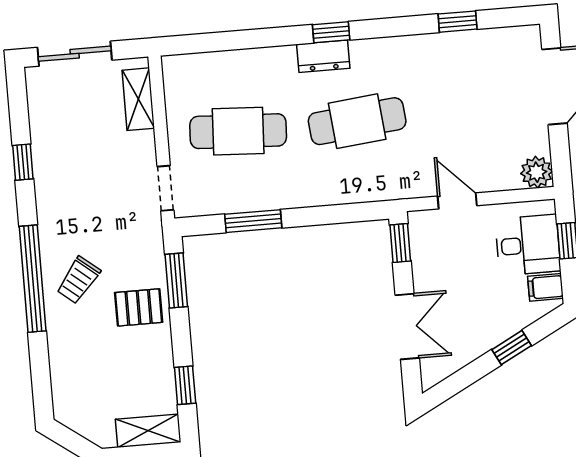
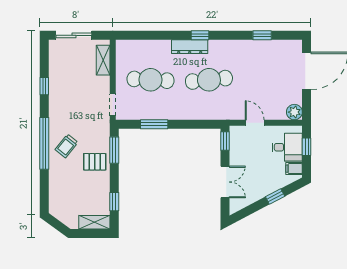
dresser: (323, 56) -> (190, 47), width x1.44

